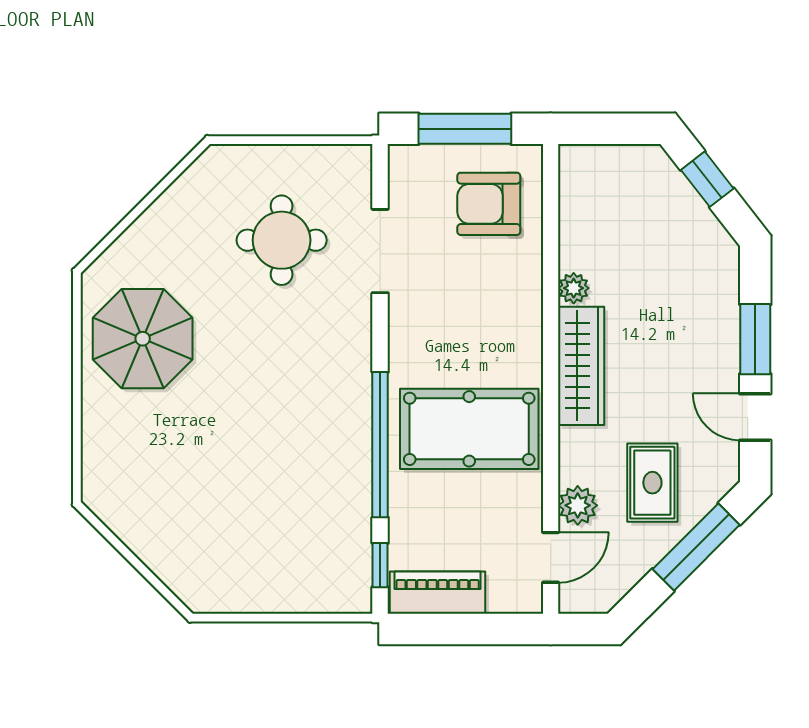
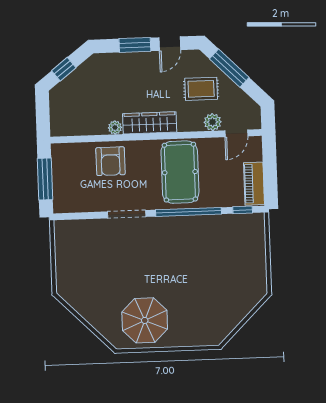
armchair: (489, 204) -> (111, 161), moved
round table: (282, 240) -> (98, 260), removed
doorway: (380, 251) -> (127, 214), moved
door: (551, 557) -> (236, 133), swing flipped

